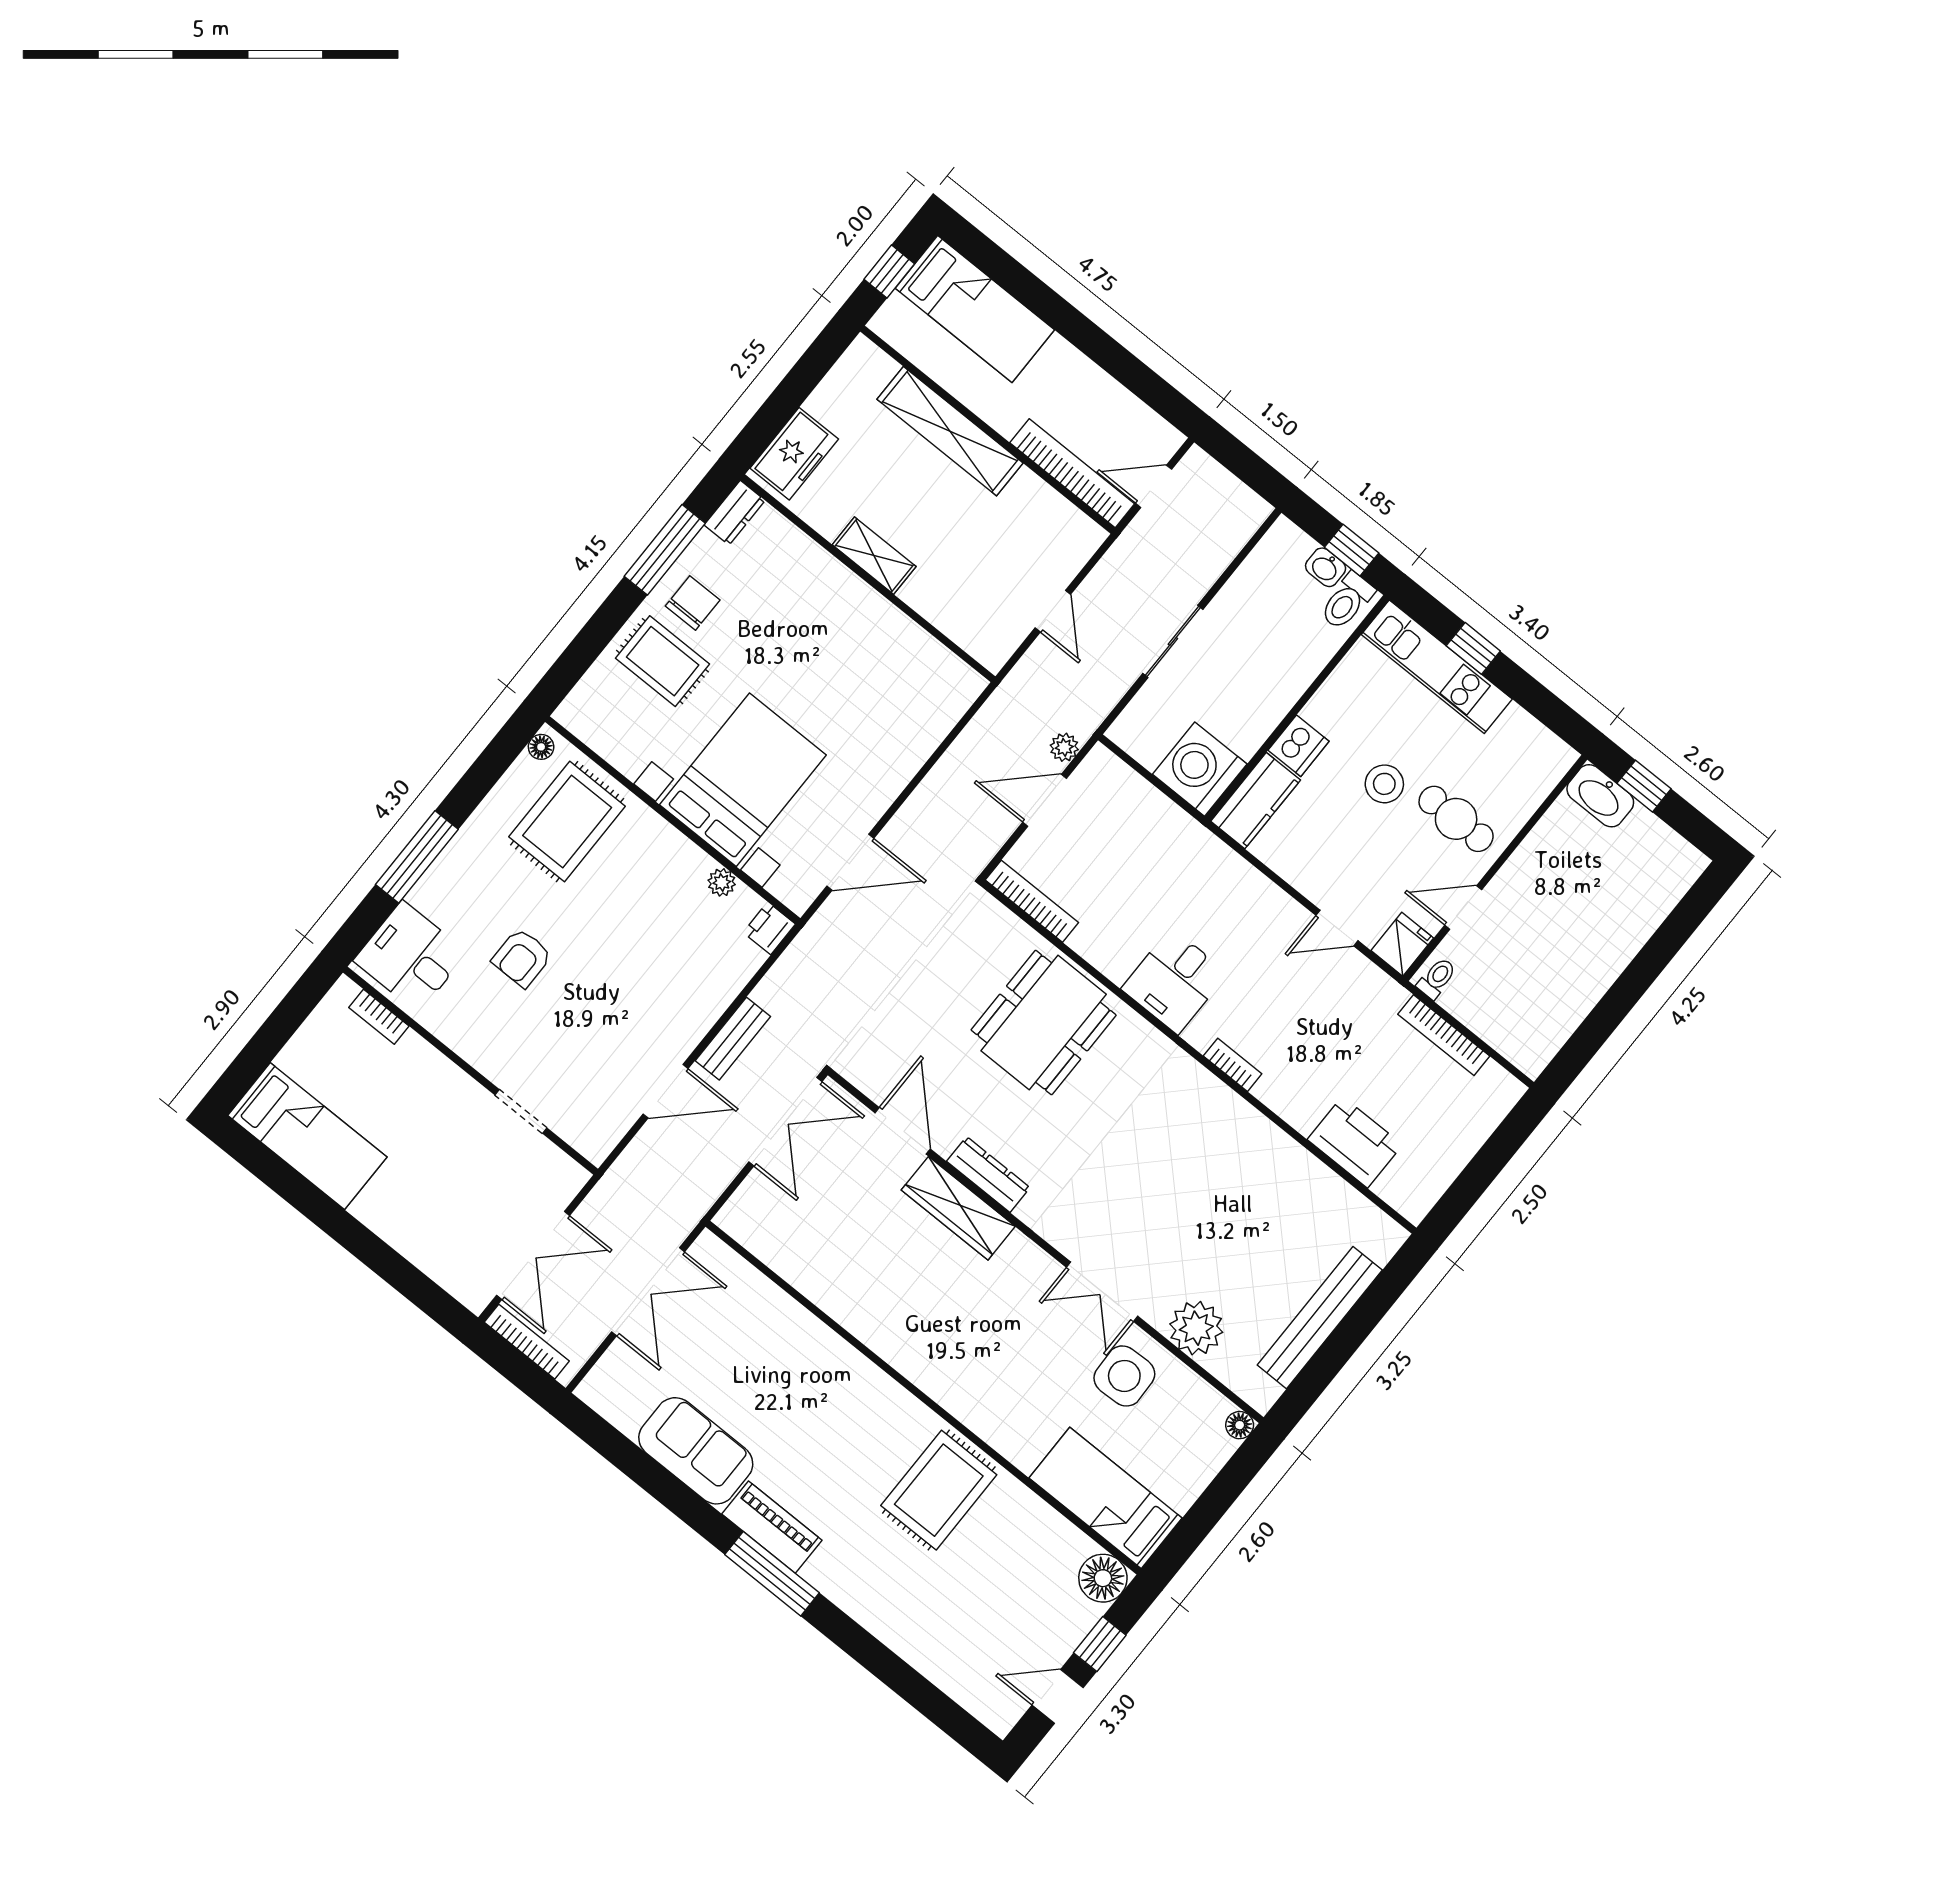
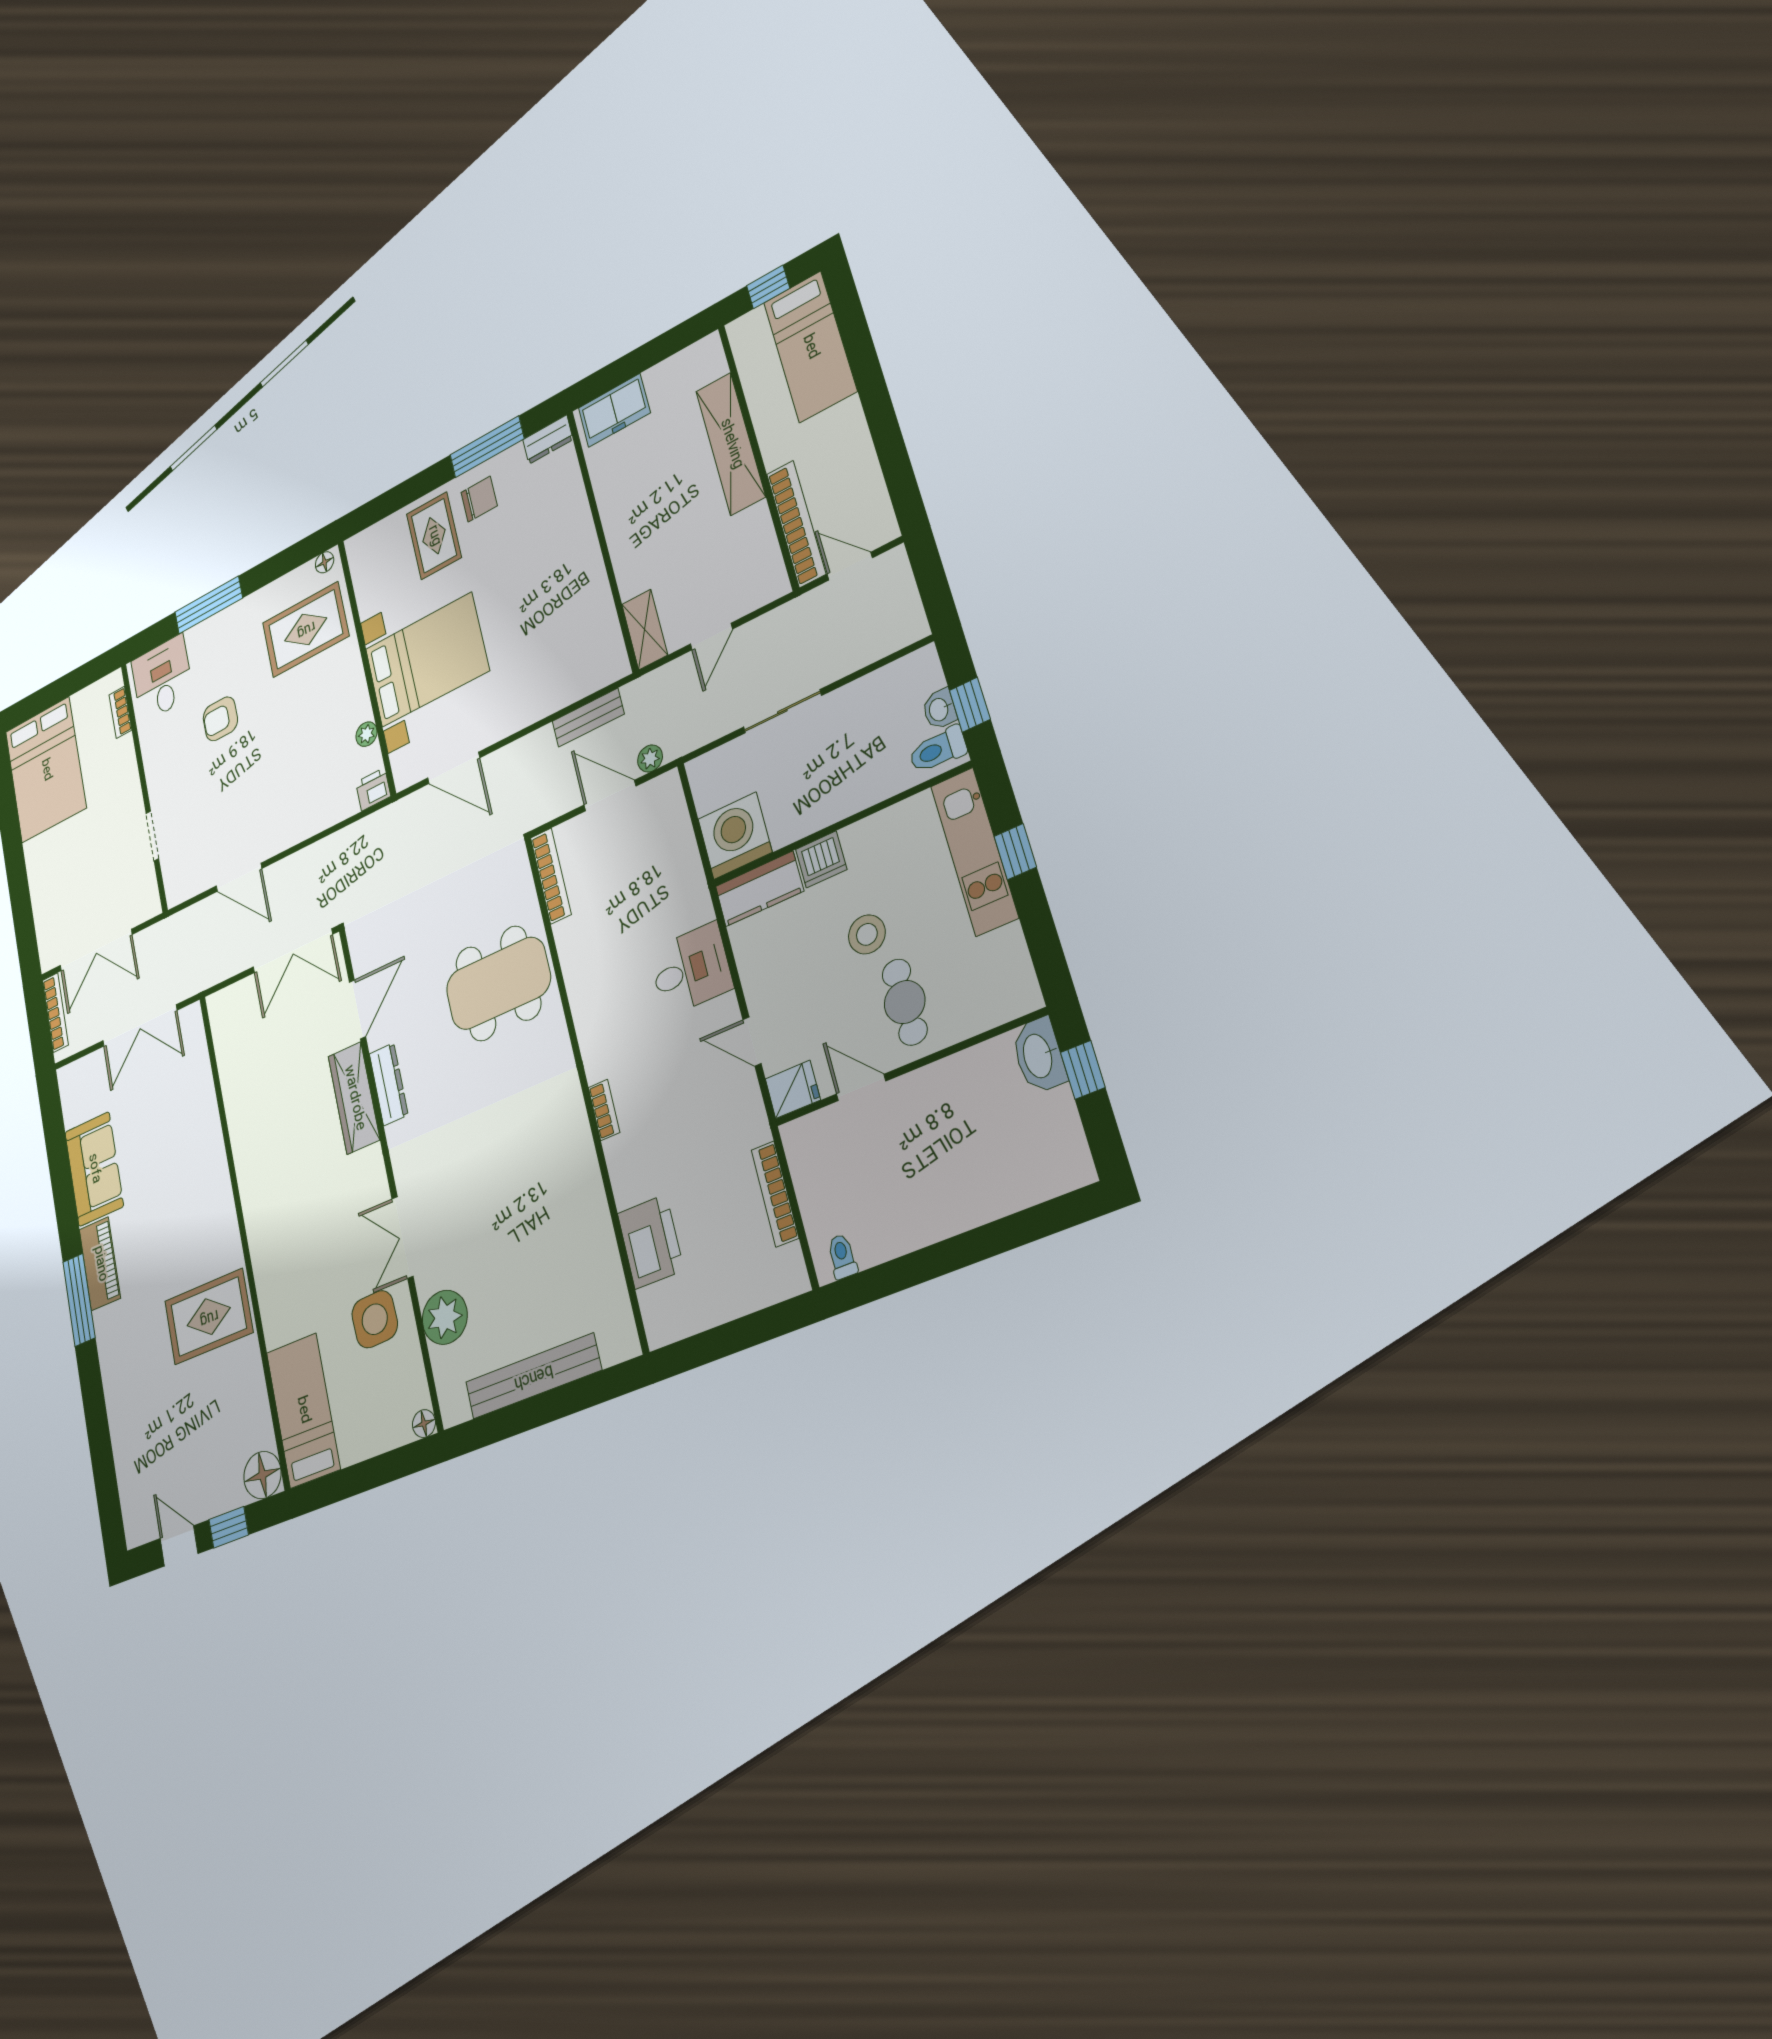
shelving: (874, 556) -> (645, 630), moved
toilet: (1437, 978) -> (842, 1256), moved, turned -90
desk: (1174, 981) -> (691, 969), moved, turned 180
bench: (733, 1039) -> (588, 718), moved
bed: (307, 1136) -> (46, 770), width x1.50

